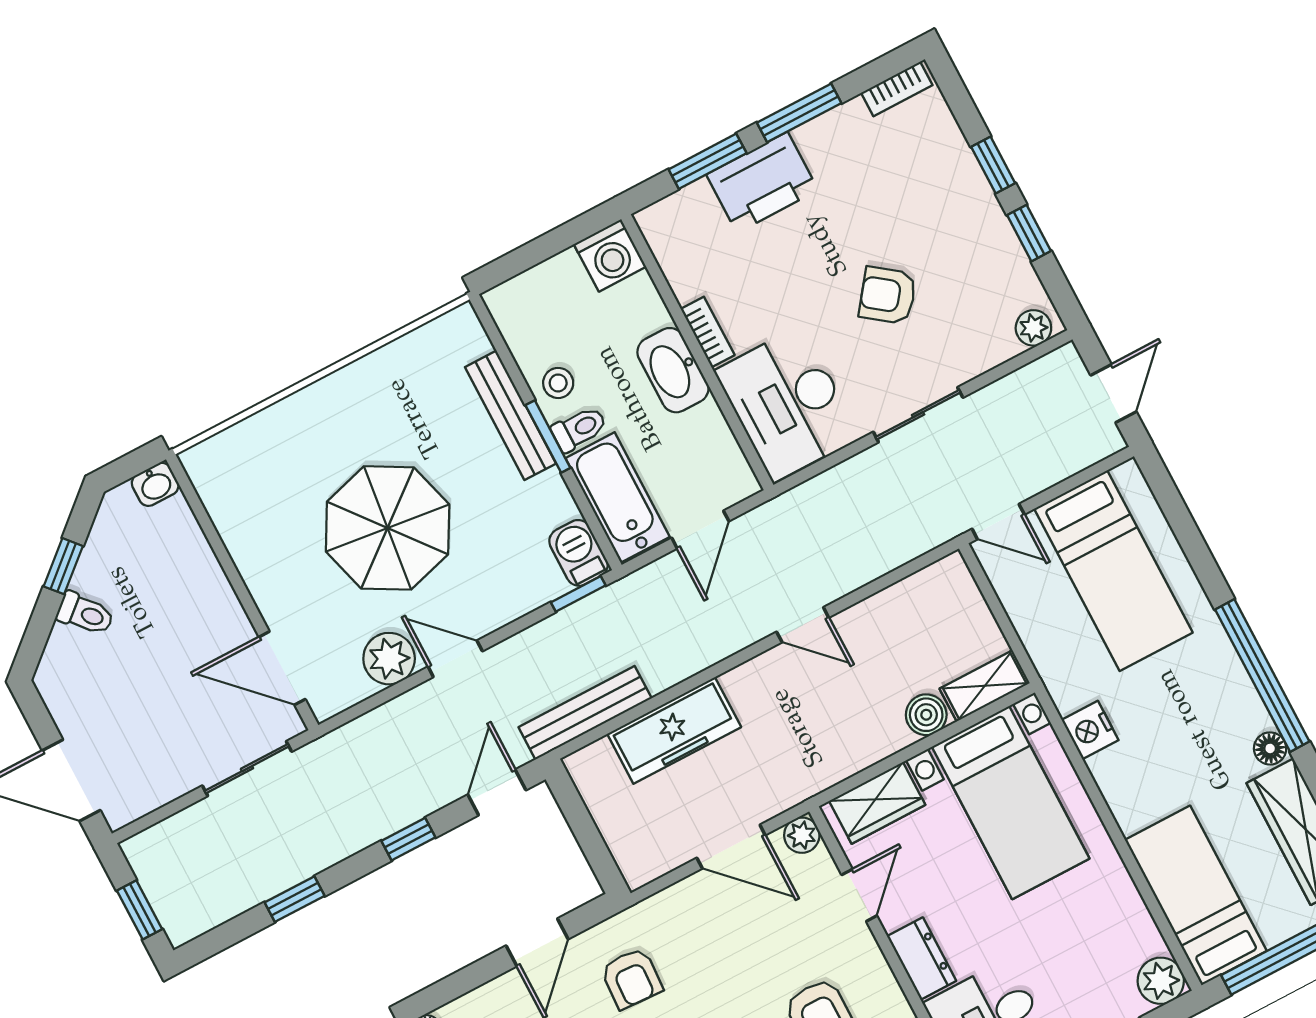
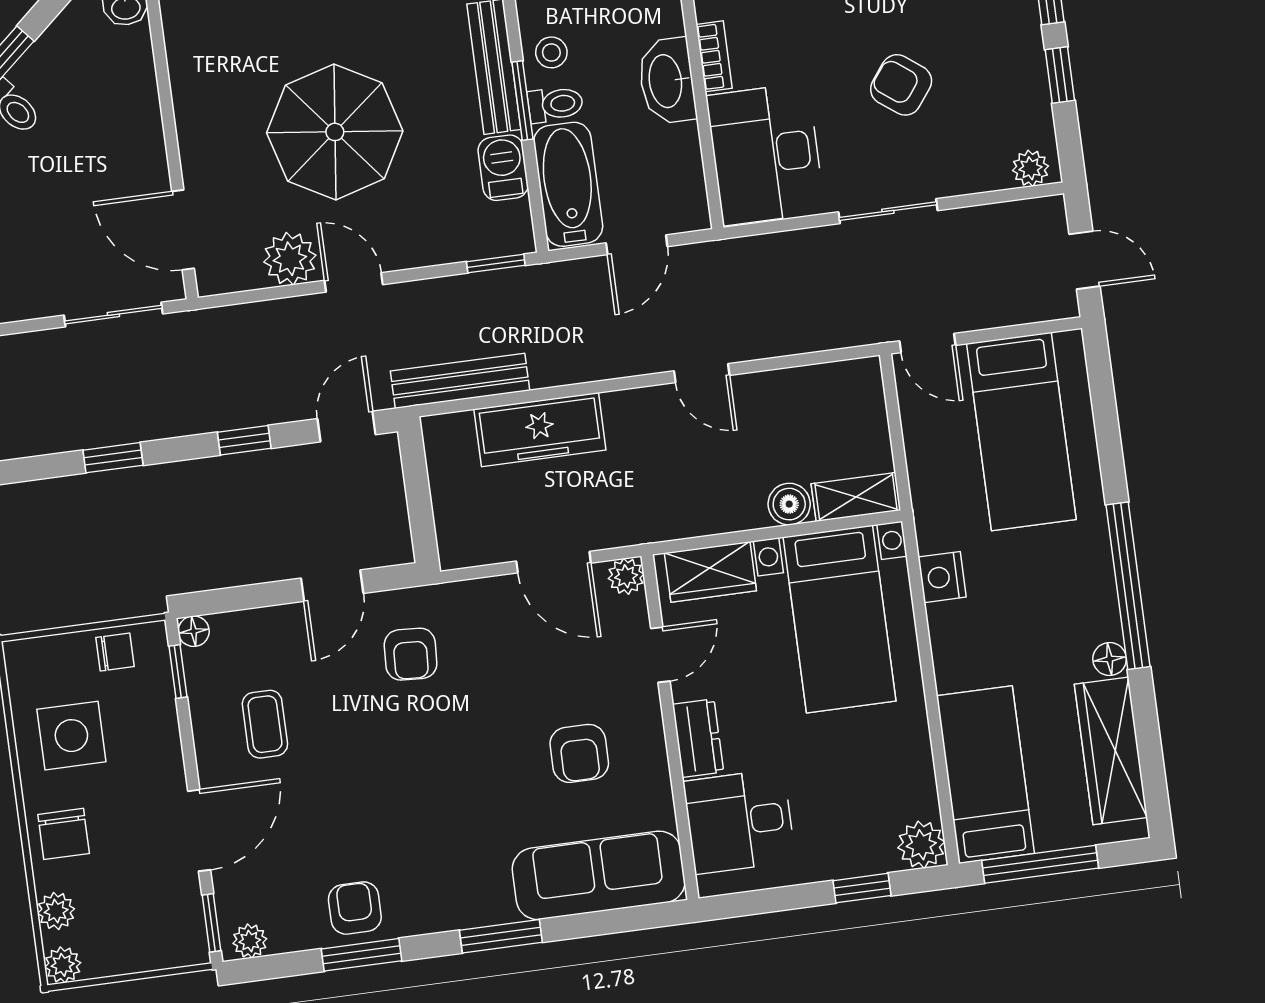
door: (1114, 393) -> (1085, 260), hinge flipped
barbecue: (579, 553) -> (503, 168), moved

